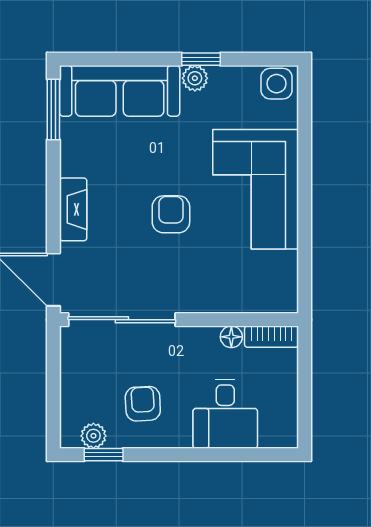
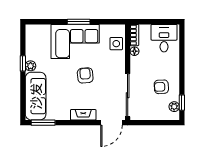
side table: (277, 84) -> (116, 44), moved
window: (305, 198) -> (79, 22), added
armchair: (171, 214) -> (85, 75), turned 85
desk: (225, 414) -> (164, 38), moved, turned -90

